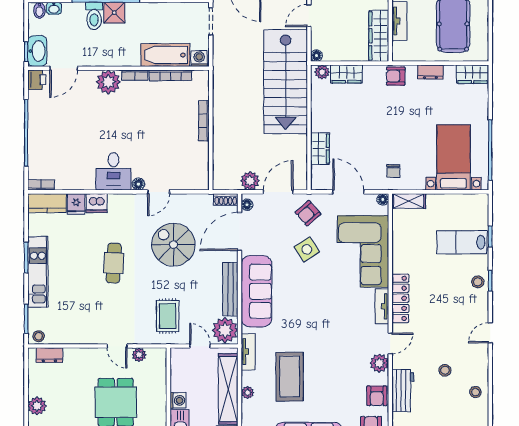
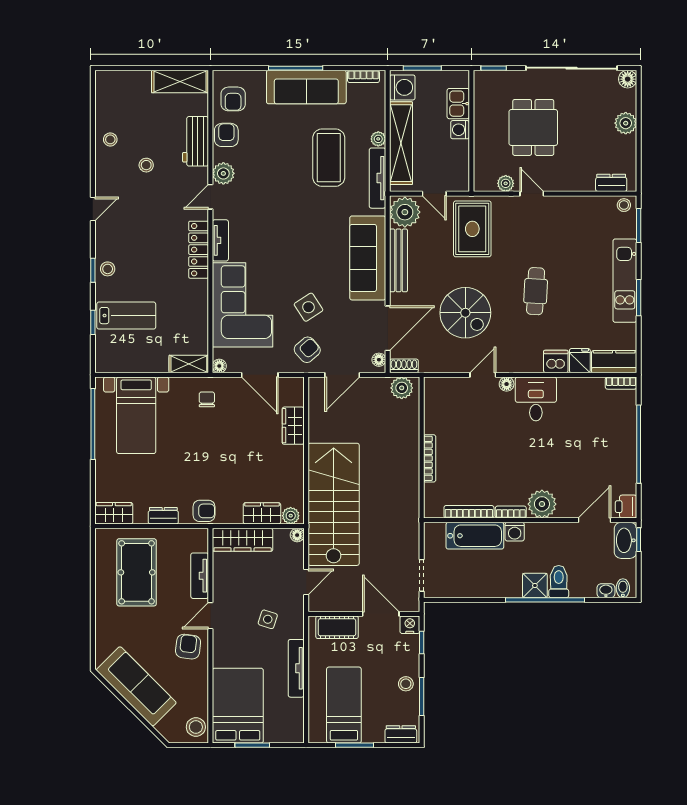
wardrobe: (379, 36) -> (243, 540), moved, turned 90
washing machine: (199, 58) -> (515, 532), moved
plant: (250, 181) -> (402, 388), moved
rug: (168, 316) -> (472, 229), width x1.36, depth x1.43
tv unit: (248, 352) -> (377, 178), width x1.41

